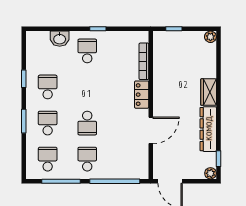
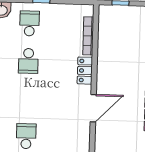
school desk: (87, 123) -> (28, 61), moved

